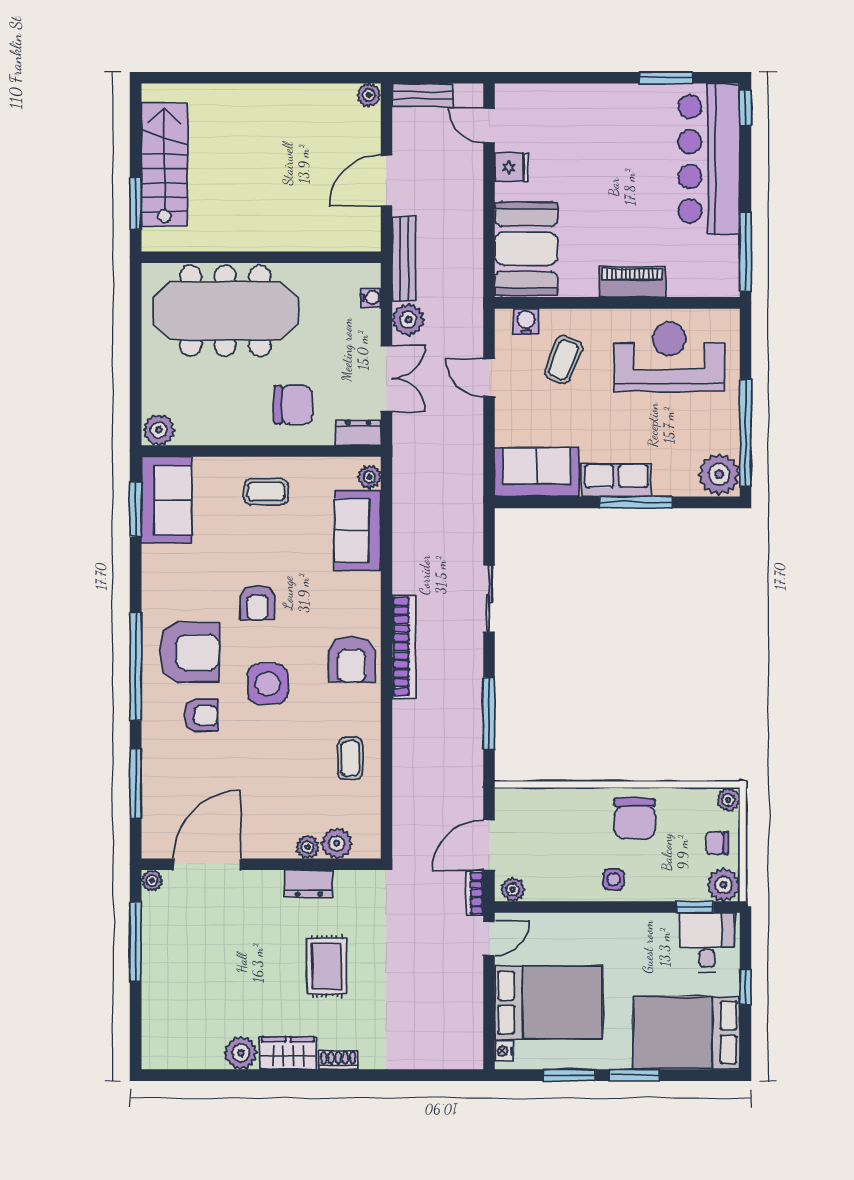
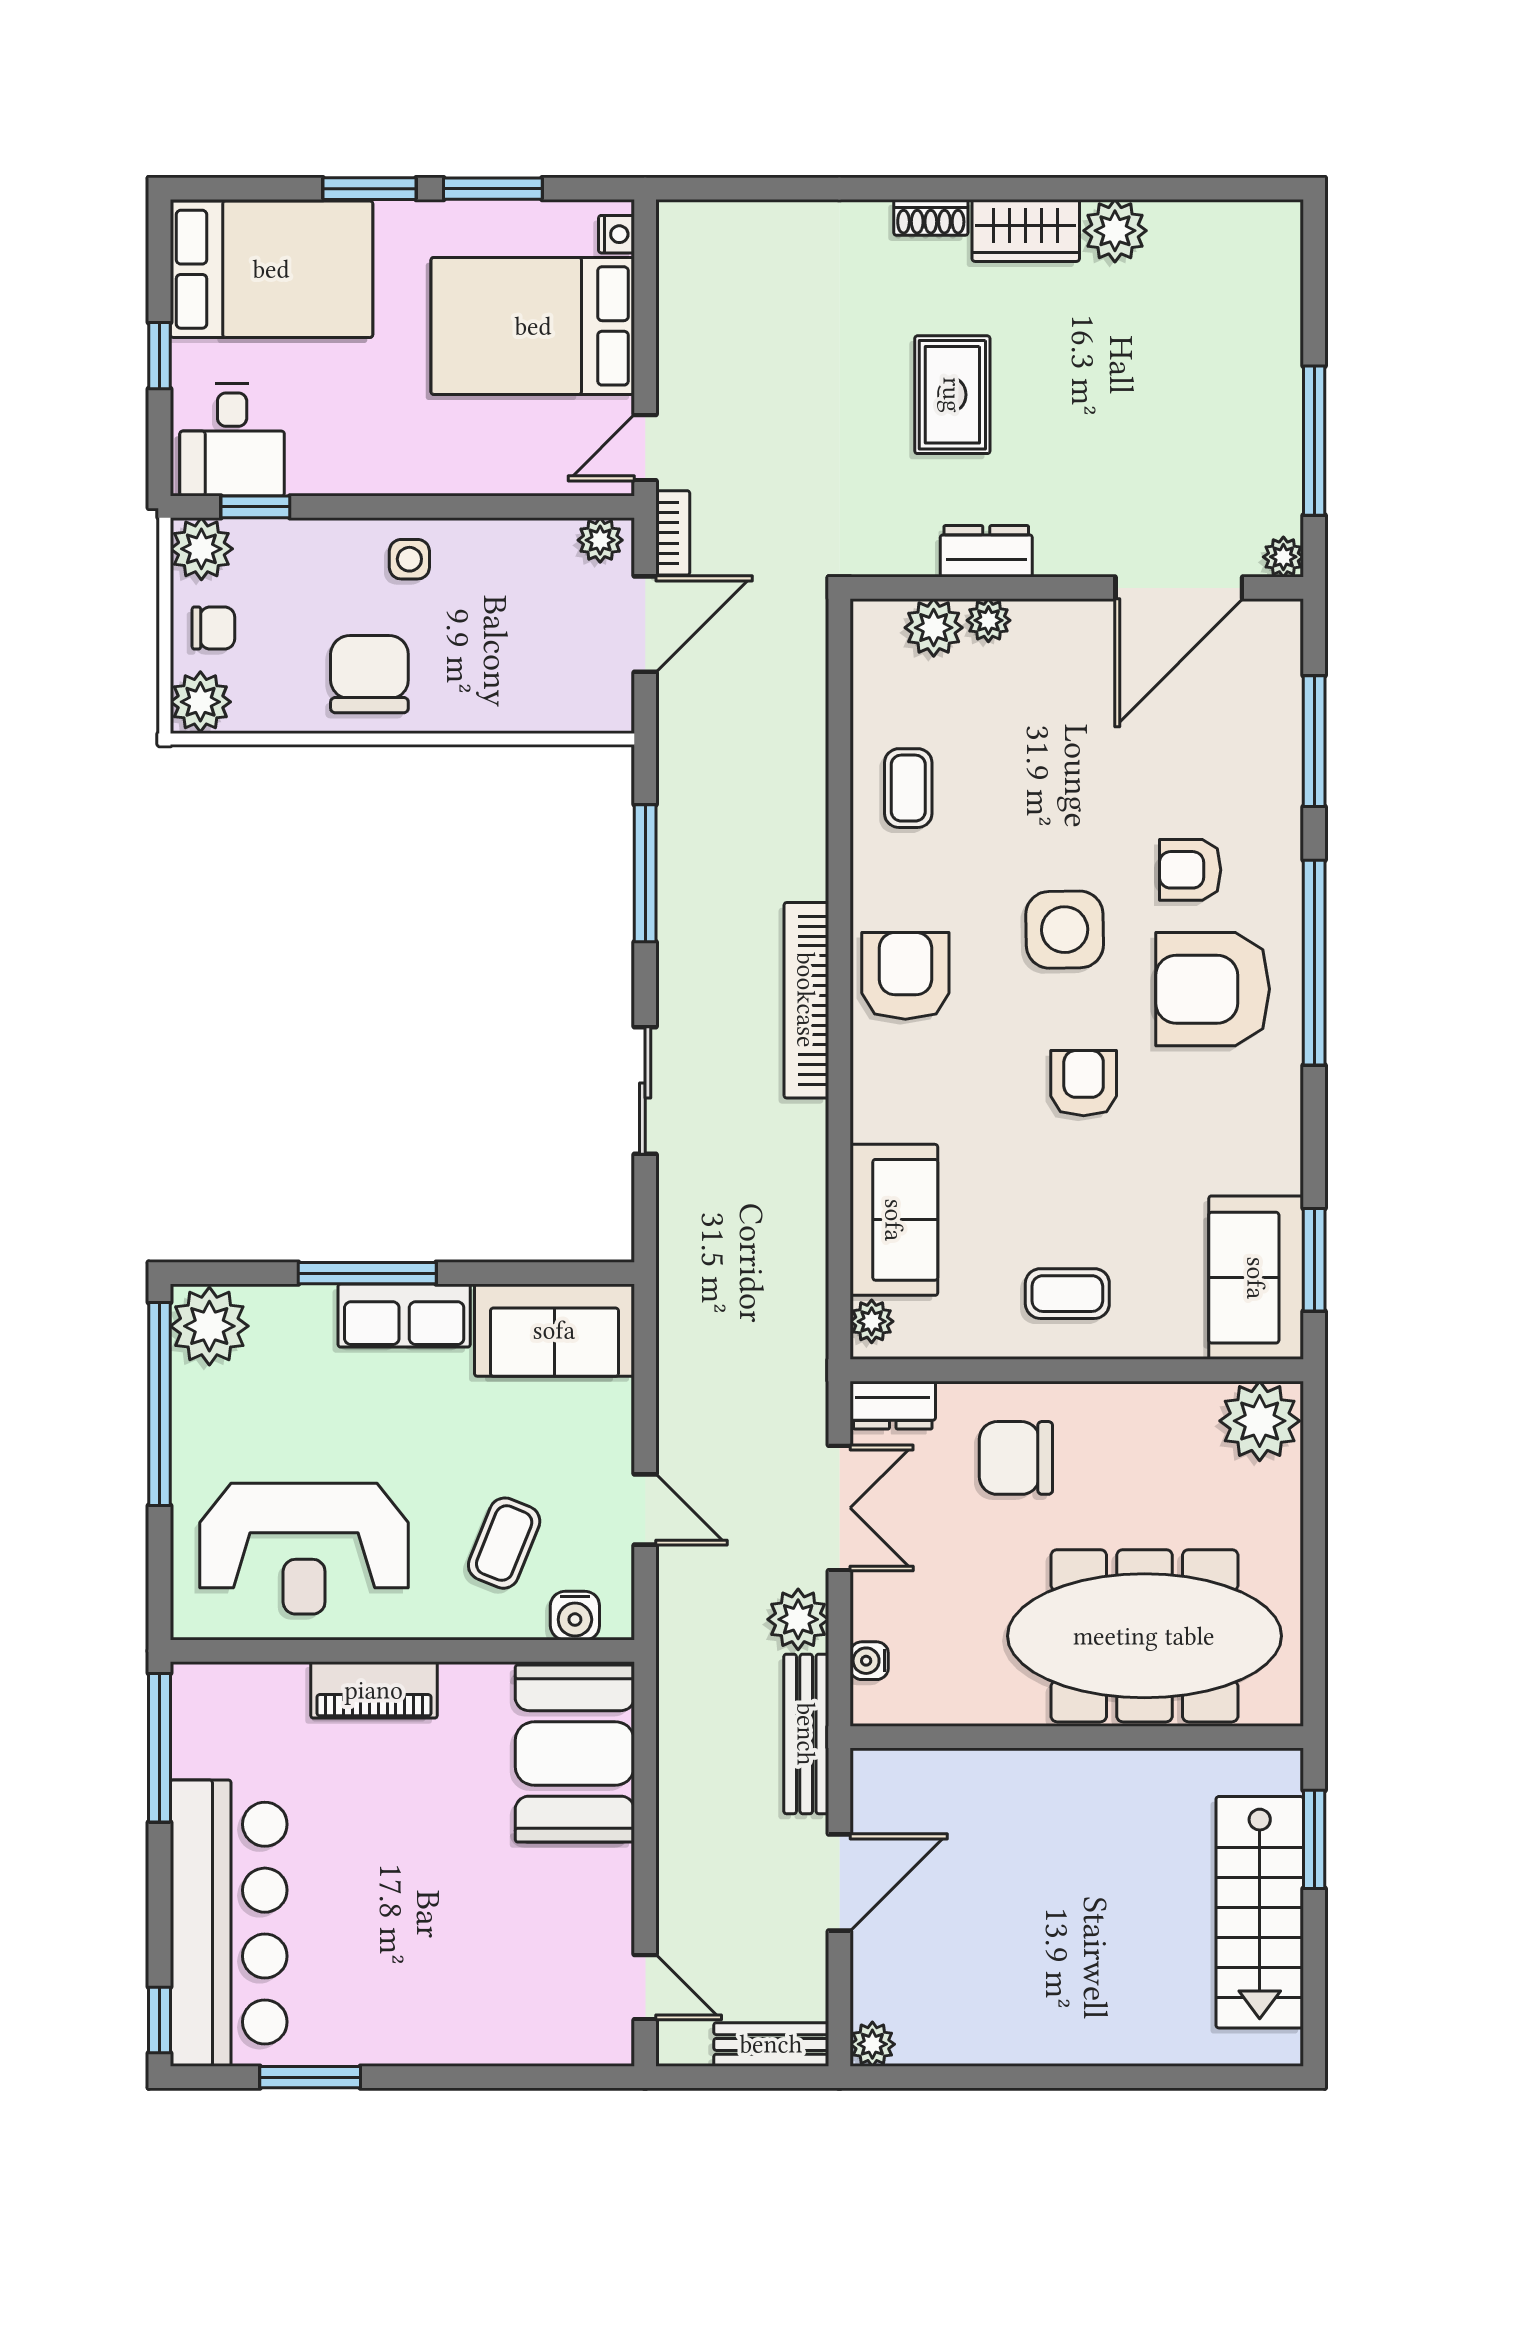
fridge: (512, 167) -> (602, 1907), removed
double door: (386, 378) -> (839, 1508), swing flipped
plant: (159, 430) -> (1260, 1421), width x1.36, depth x1.36
plant: (728, 800) -> (200, 702), width x1.38, depth x1.38

